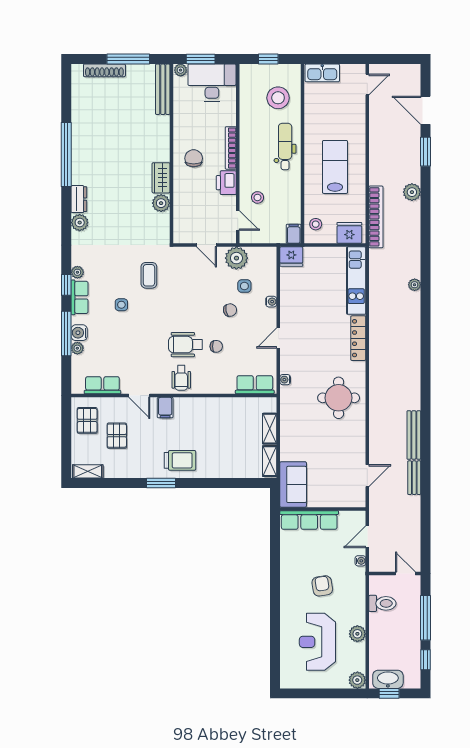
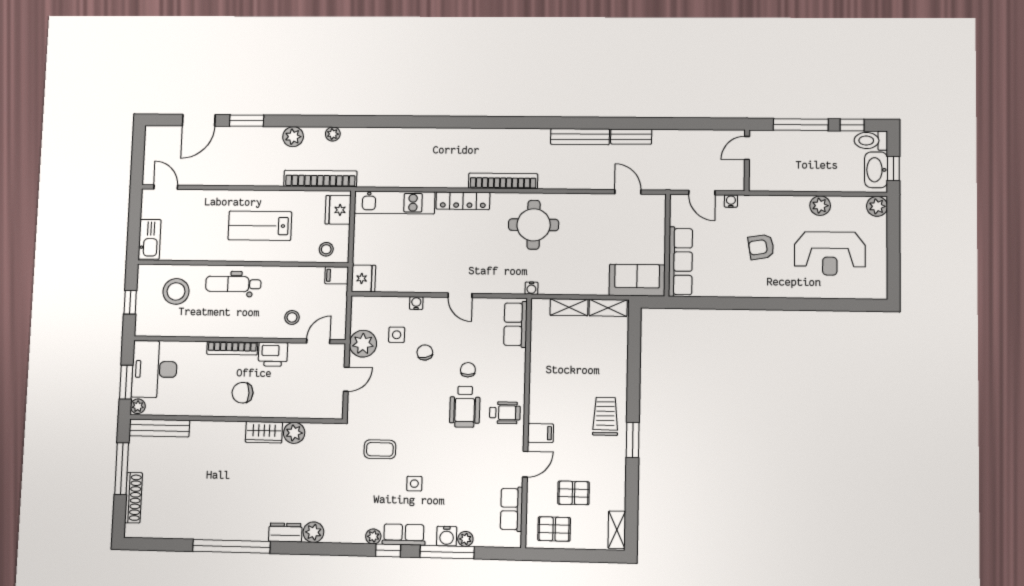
plant: (415, 285) -> (333, 134), moved
bookcase: (375, 371) -> (503, 181), added
water cooler: (285, 380) -> (531, 288), moved
toilet: (382, 603) -> (871, 141), moved, turned -90

